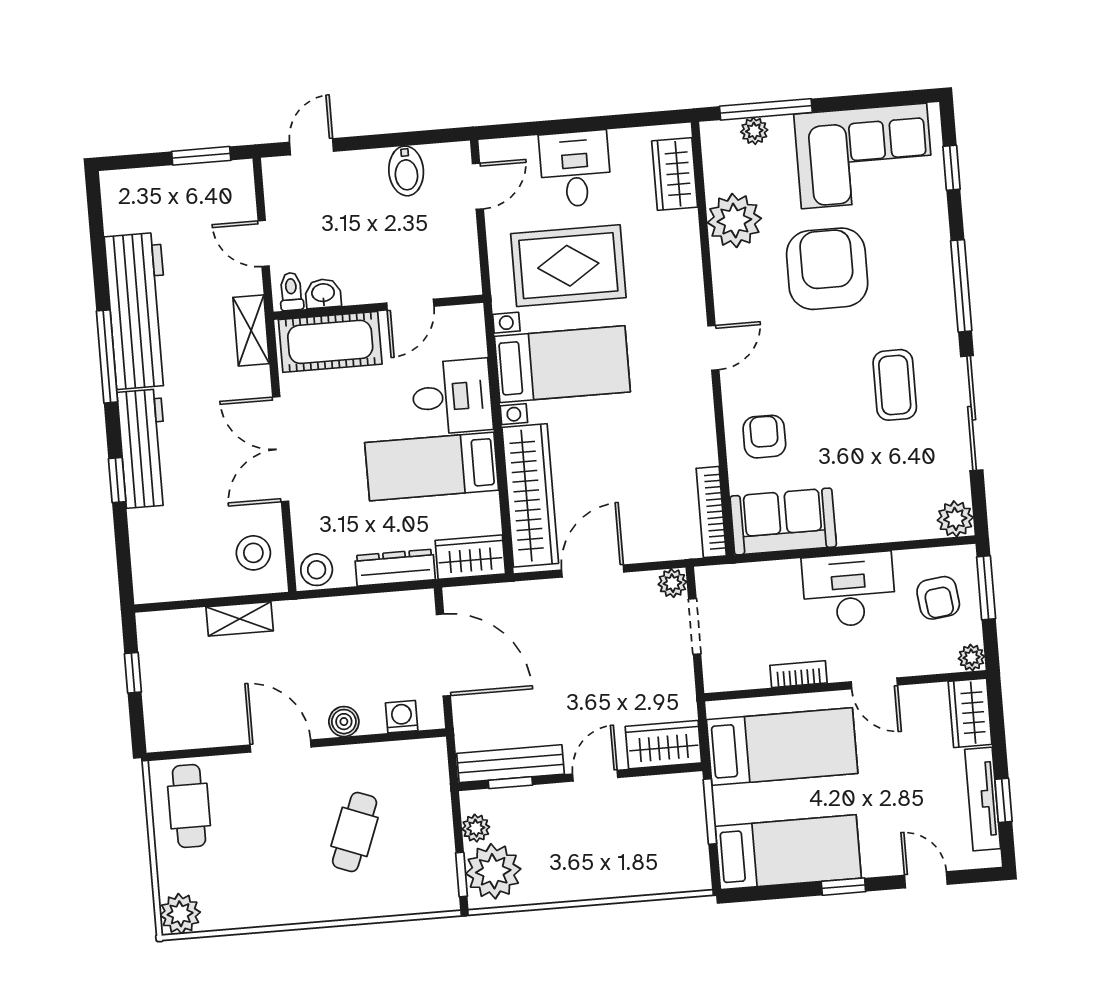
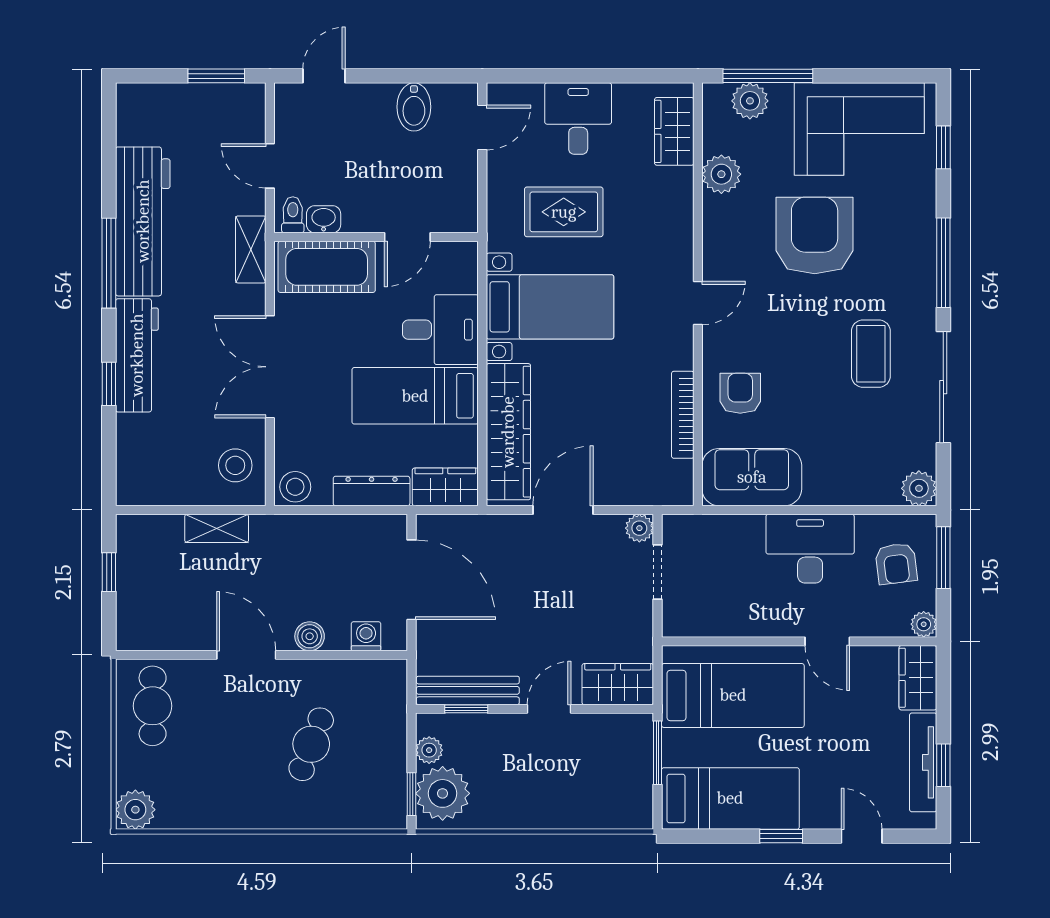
plant: (754, 131) -> (750, 101), width x1.38, depth x1.38
plant: (734, 220) -> (721, 174), width x0.73, depth x0.73
rug: (568, 266) -> (564, 212), width x0.73, depth x0.70
bookcase: (711, 512) -> (683, 415), moved
bookcase: (799, 674) -> (754, 627), removed

